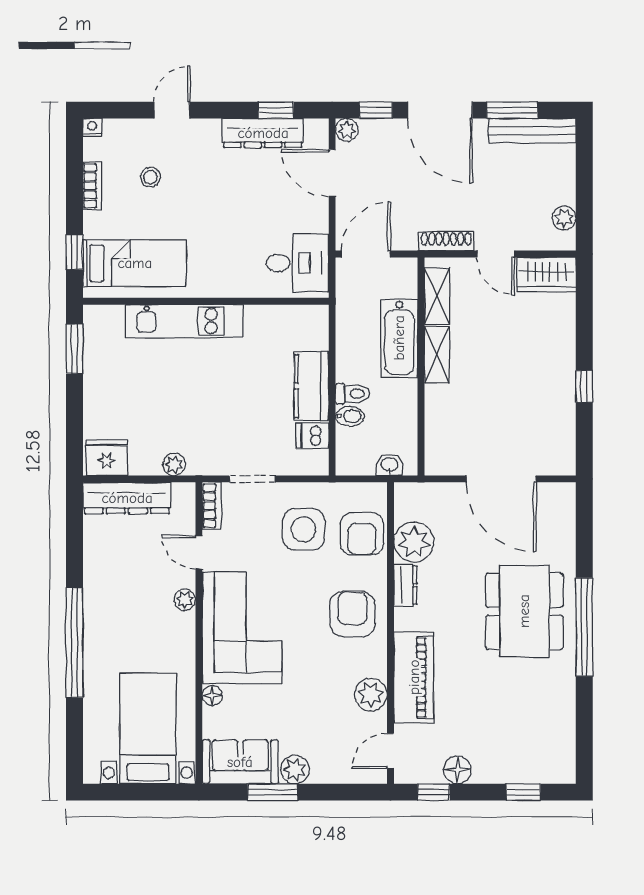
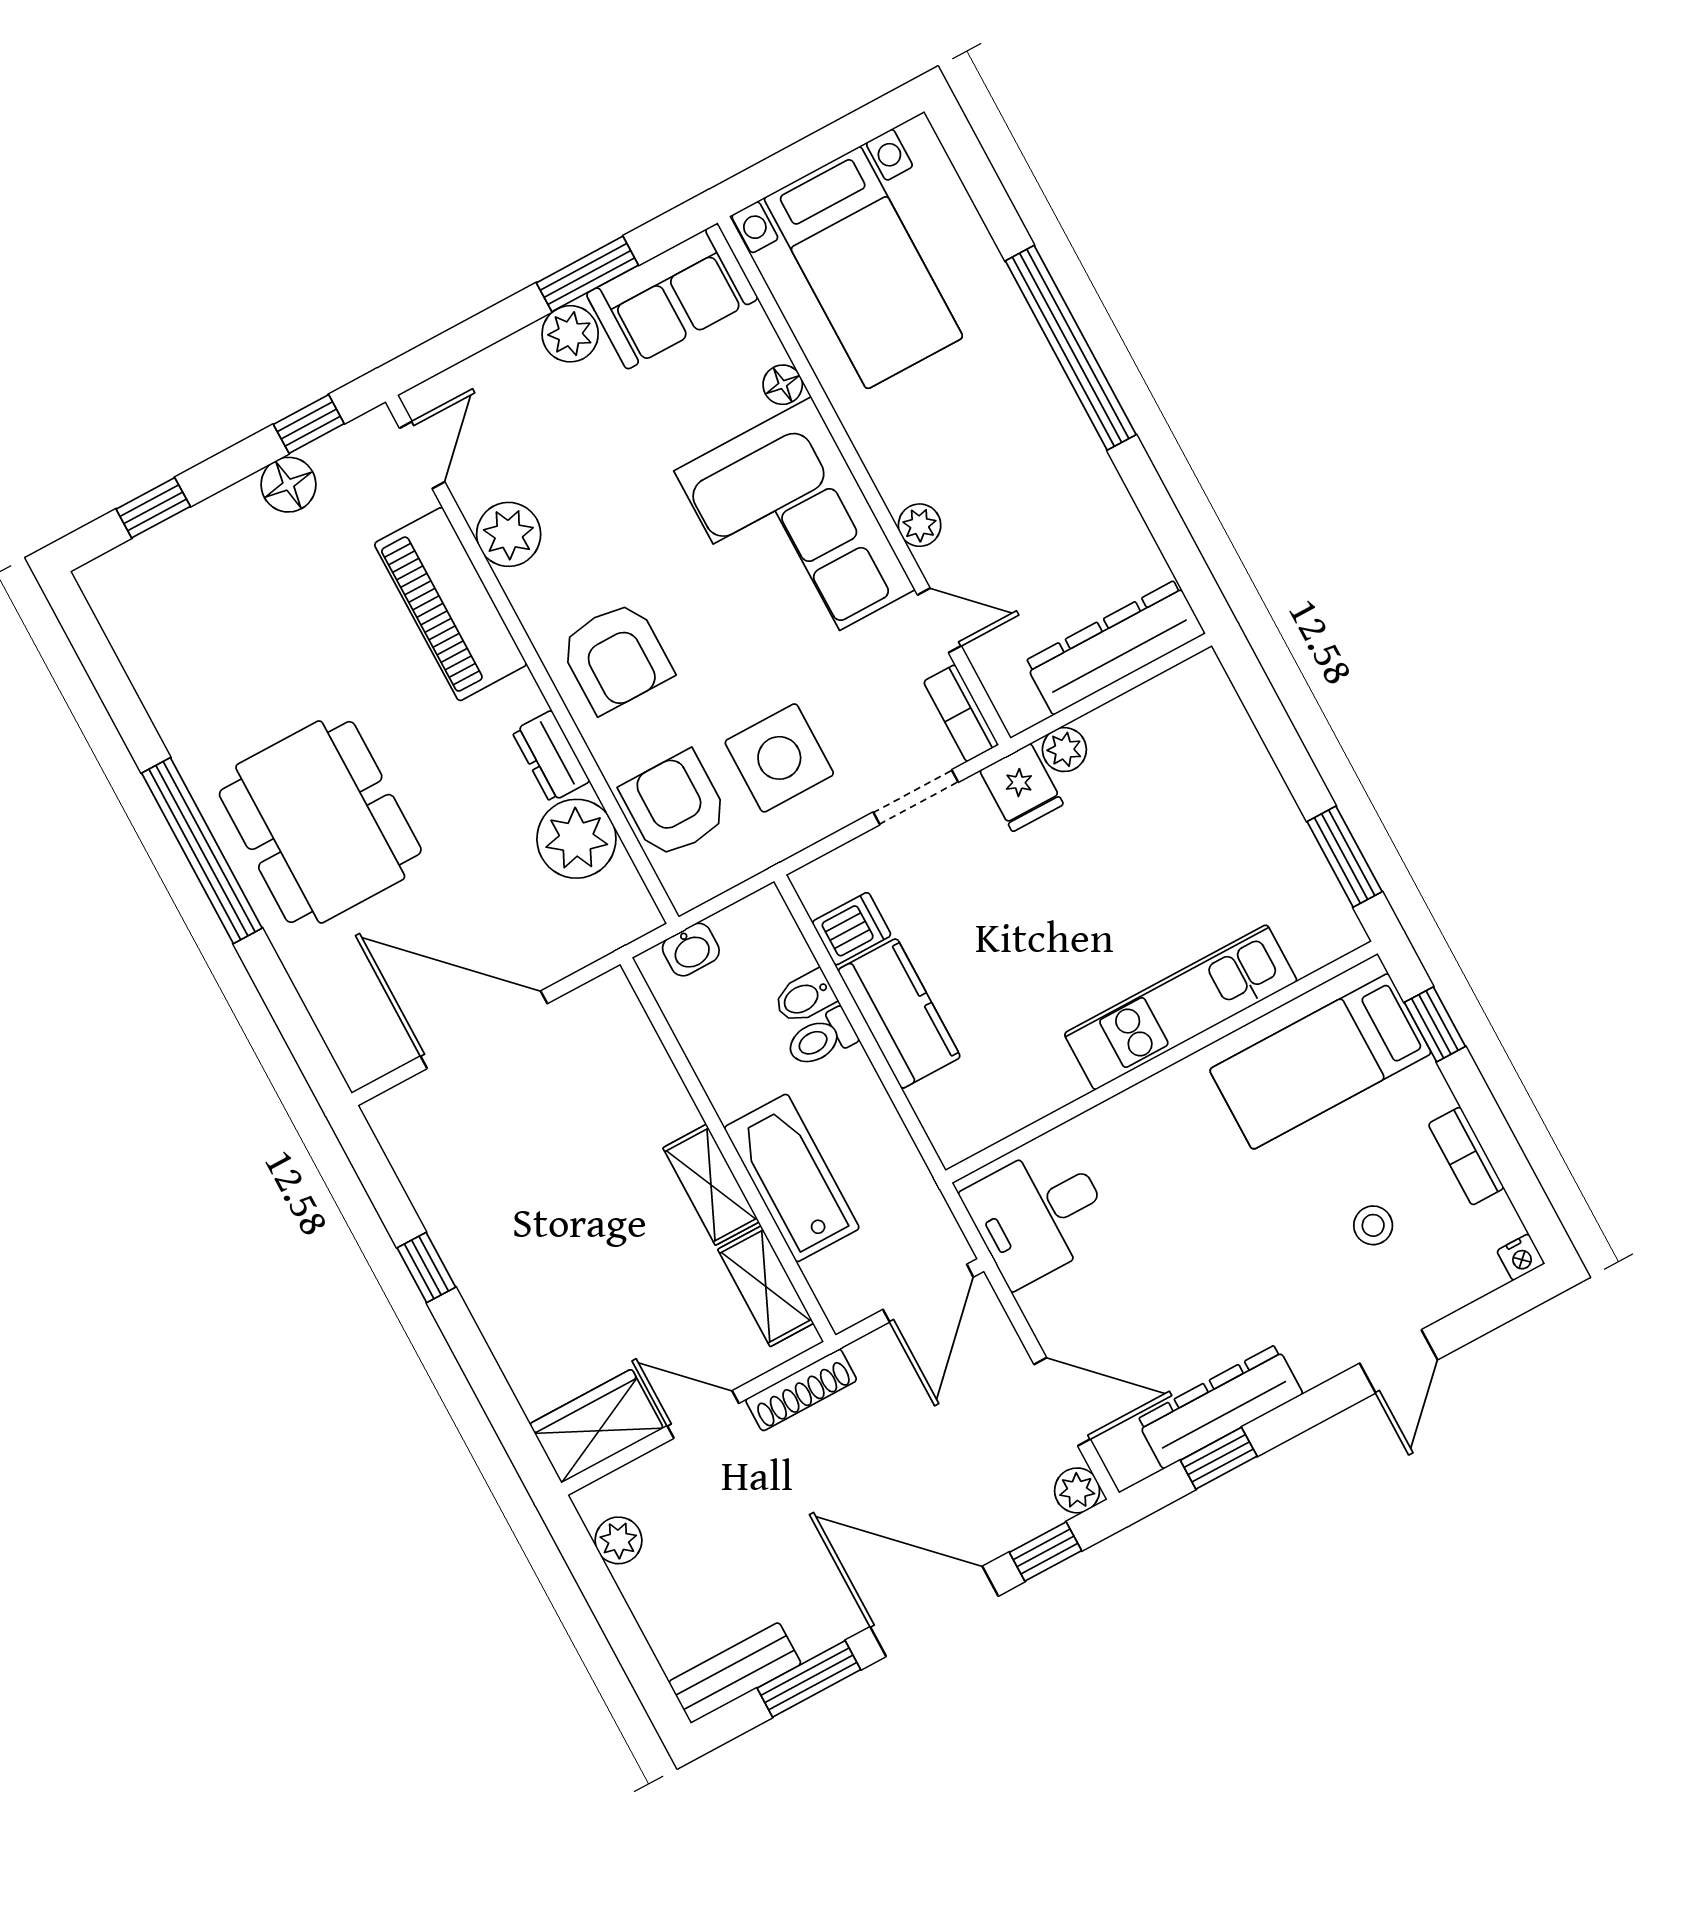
bench: (532, 131) -> (735, 1673), width x0.73
fridge: (107, 458) -> (1022, 787), moved, width x0.72

